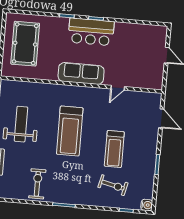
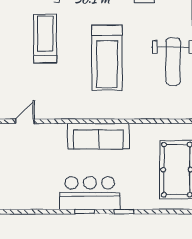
door: (118, 88) -> (25, 121), moved
treadmill: (70, 131) -> (107, 58), turned 180

